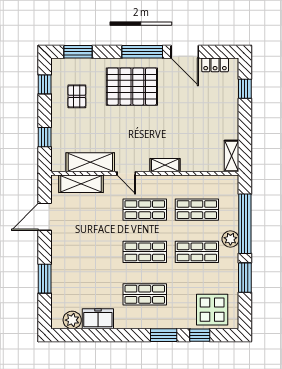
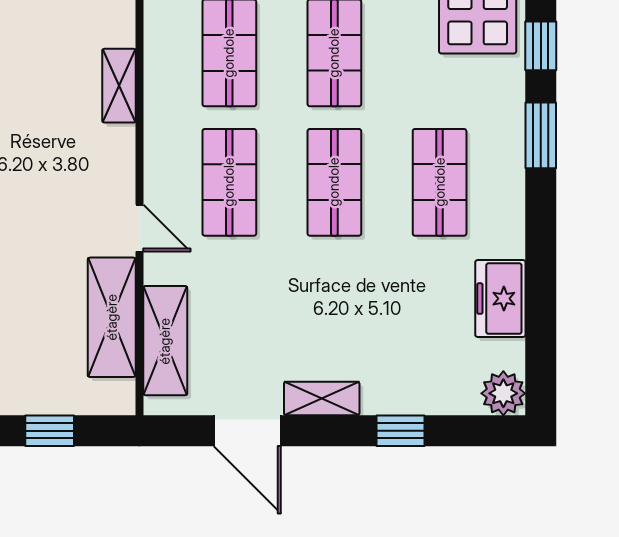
shelving: (165, 165) -> (119, 86), moved
door: (126, 173) -> (139, 228), hinge flipped
shelving: (58, 247) -> (322, 398), added
window: (45, 279) -> (401, 431), width x0.67
plant: (72, 320) -> (503, 393), moved

